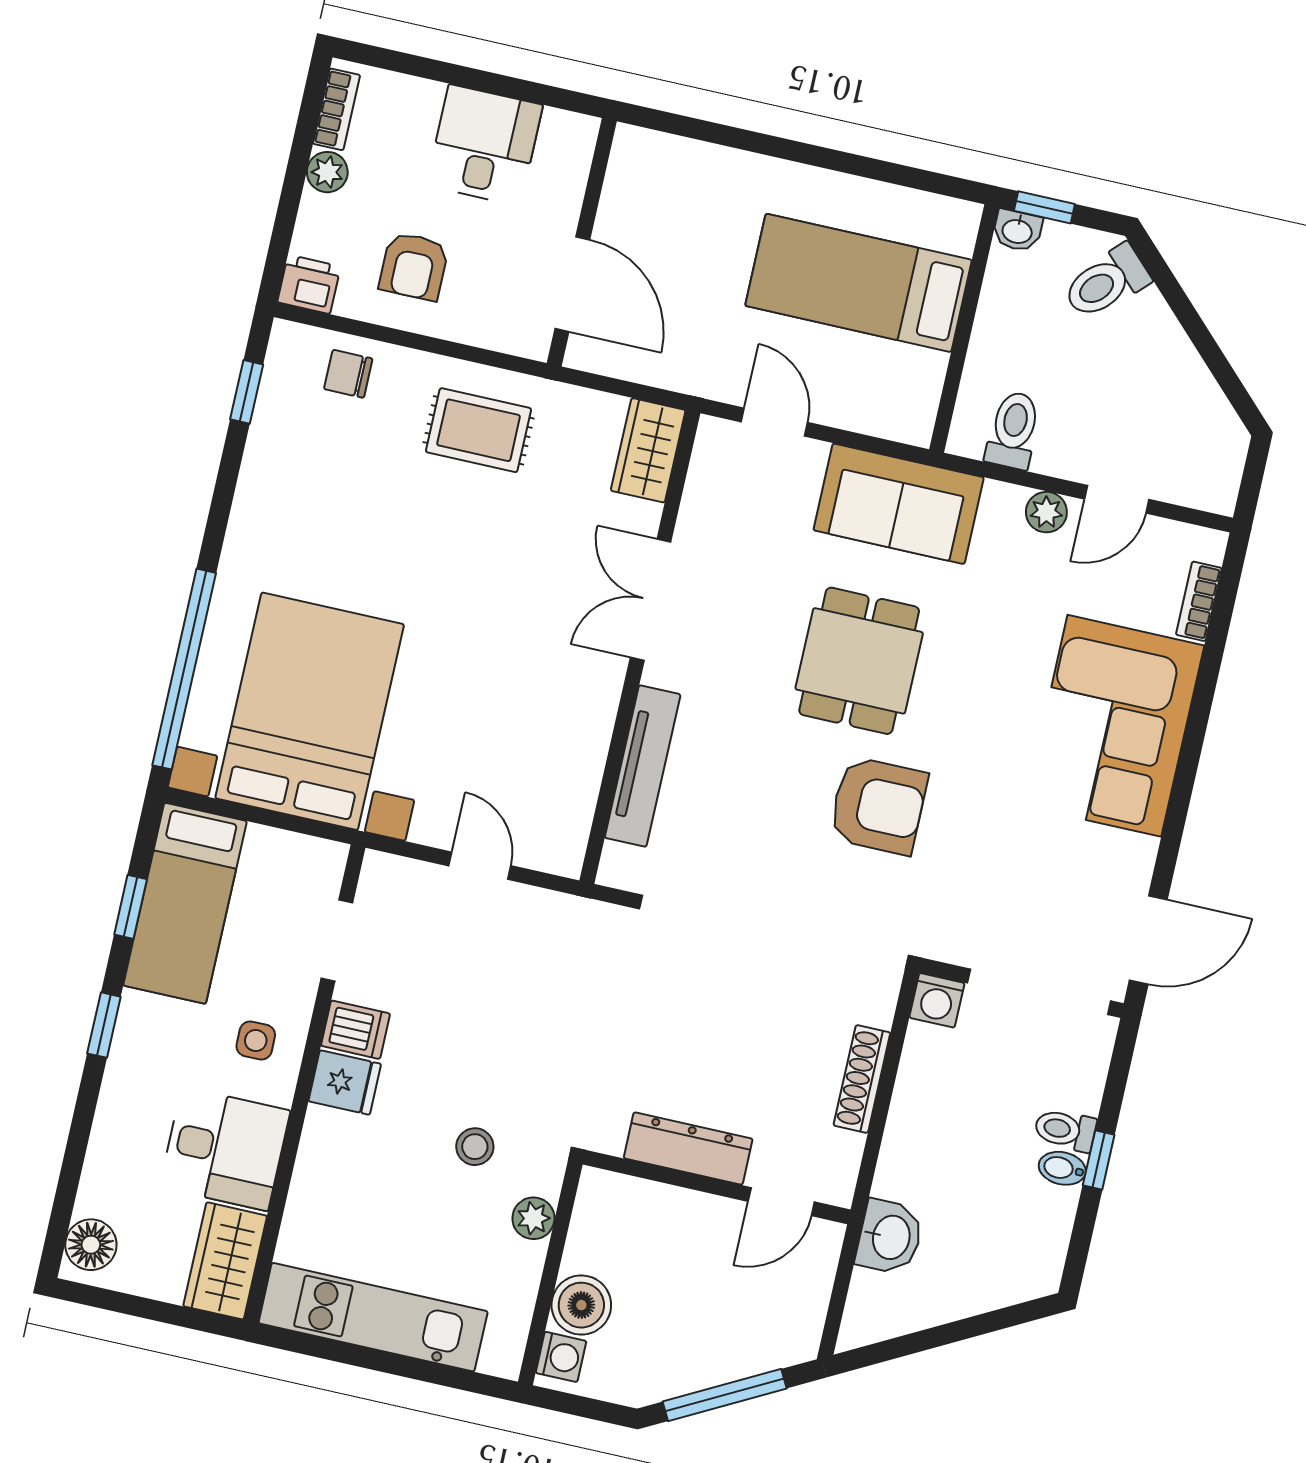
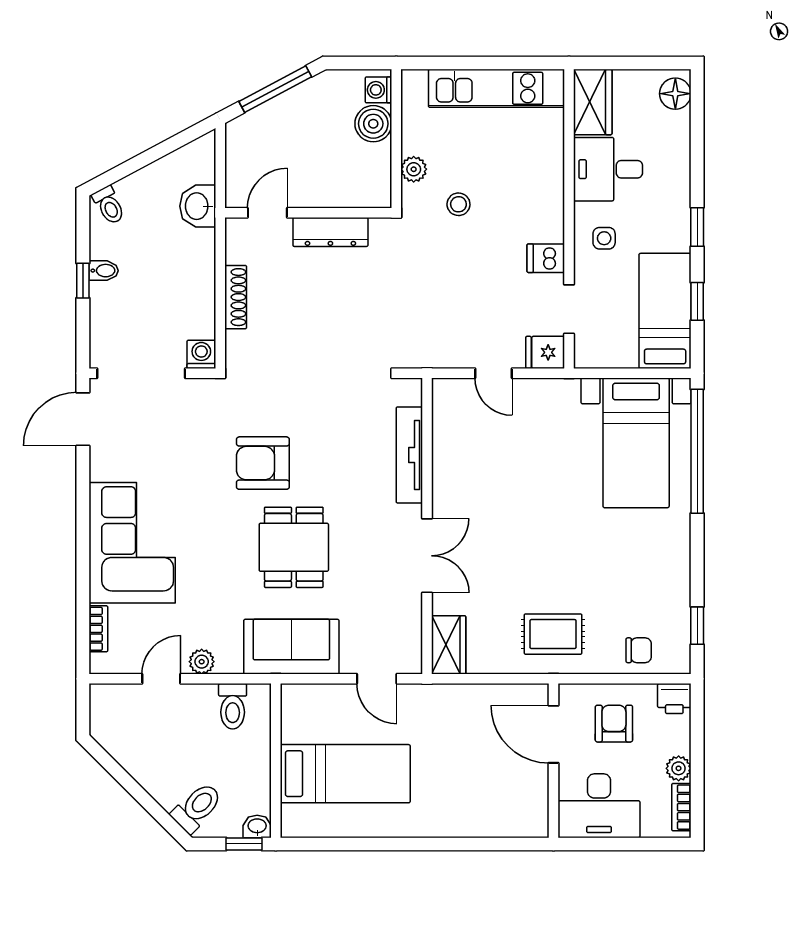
desk: (485, 145) -> (599, 806), width x1.37
wall: (582, 242) -> (554, 761), moved
door: (572, 284) -> (554, 734), moved
bed with nightstands: (310, 711) -> (636, 443), width x0.73
fridge: (345, 1083) -> (545, 352), moved
toilet: (1065, 1130) -> (109, 205), moved, turned 62

